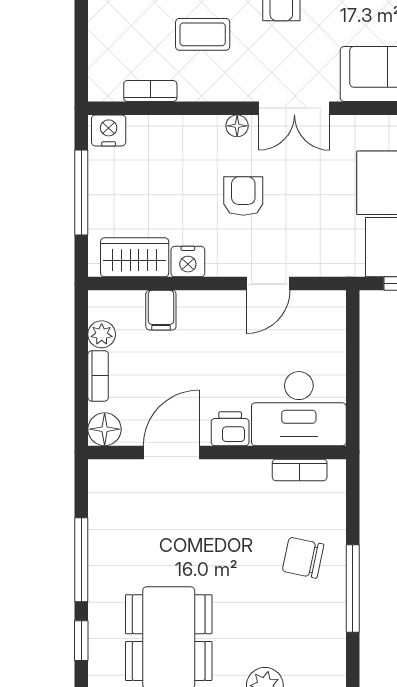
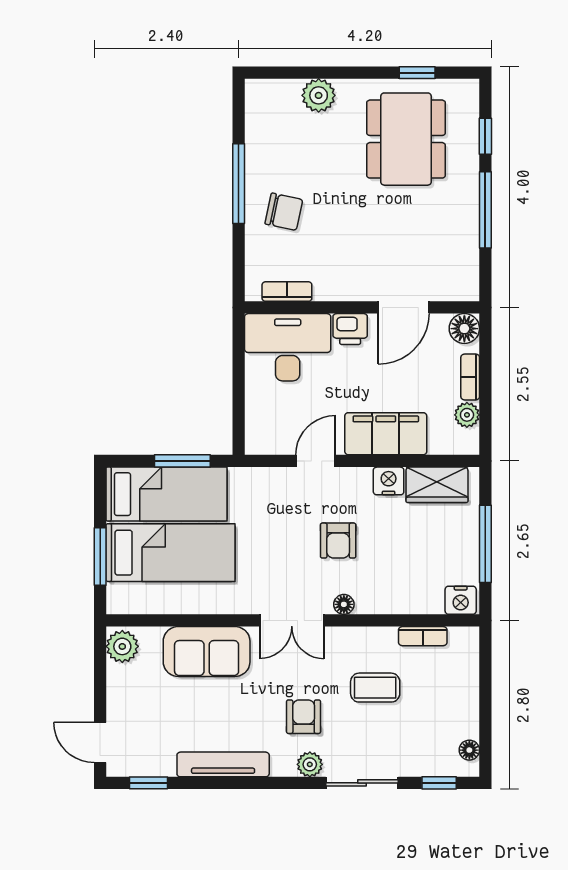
double door: (294, 108) -> (292, 620), swing flipped
filing cabinet: (161, 310) -> (386, 434), width x3.00, depth x1.17

